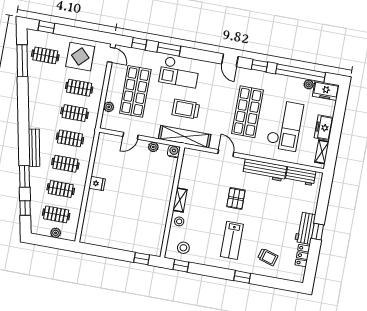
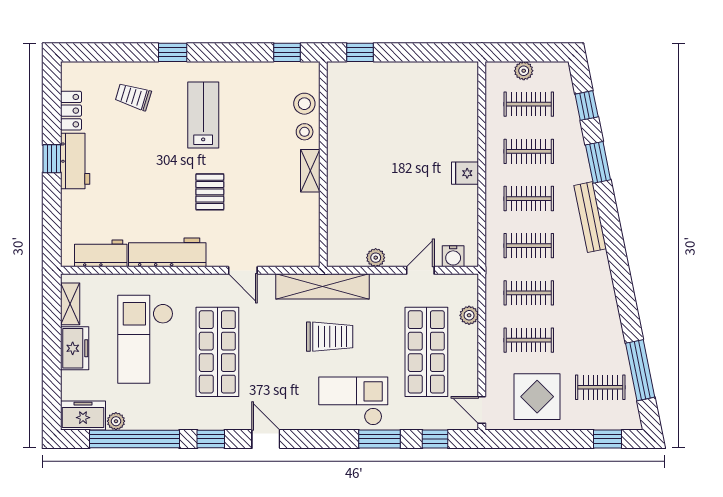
water cooler: (174, 151) -> (453, 256), moved
stool: (183, 248) -> (304, 104), moved

